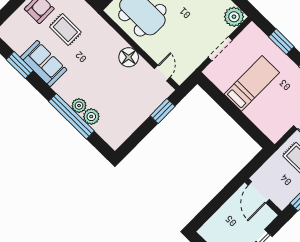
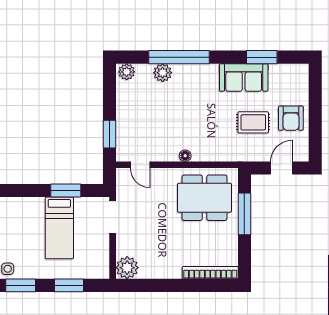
doorway: (220, 49) -> (113, 217), moved
floor lamp: (129, 57) -> (185, 156), width x0.53, depth x0.53
window: (225, 103) -> (66, 190), added
plant: (79, 106) -> (127, 72), moved

